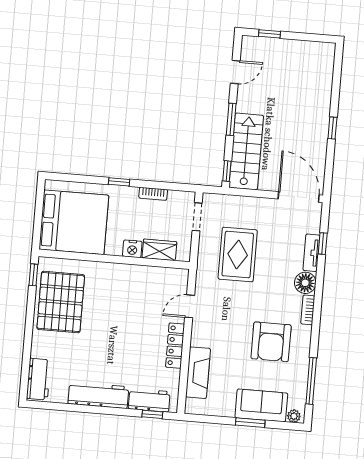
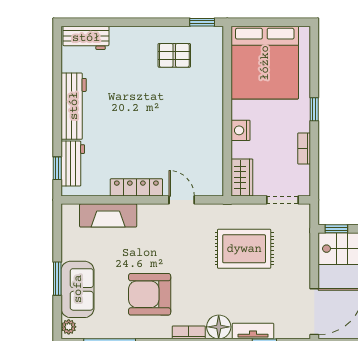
wardrobe: (159, 250) -> (242, 177), moved
pallet: (61, 302) -> (174, 55), width x0.49, depth x0.50

